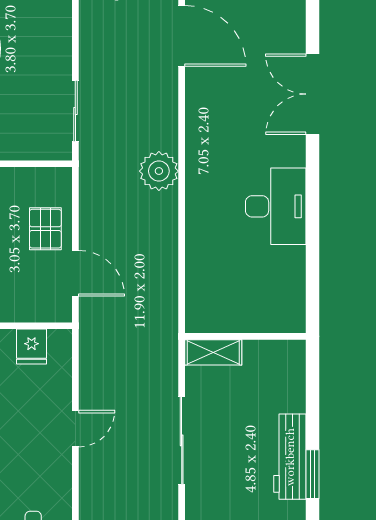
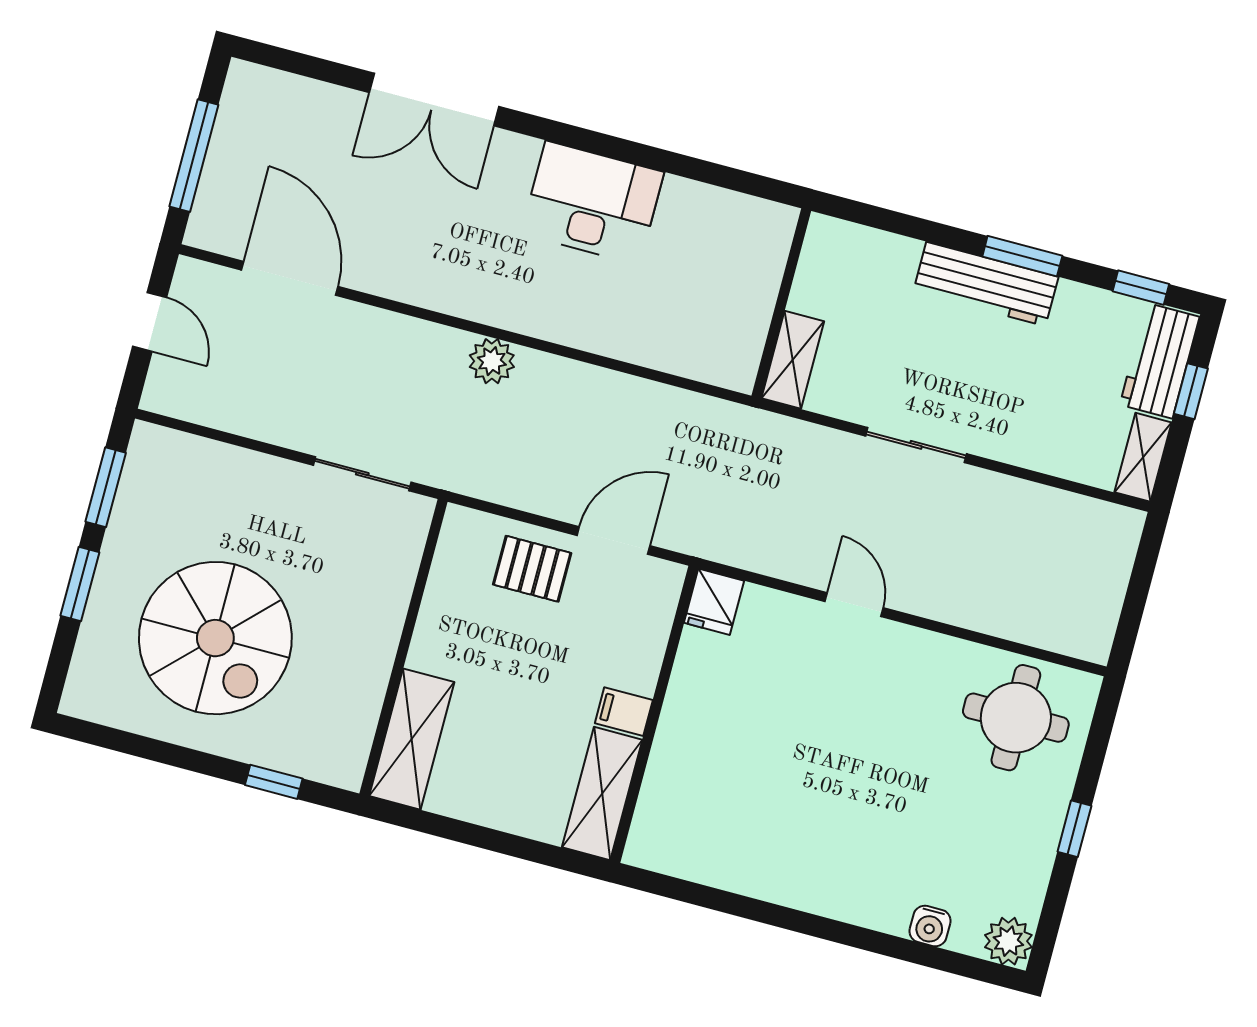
door: (182, 36) -> (290, 278), hinge flipped
plant: (159, 171) -> (492, 361), width x0.73, depth x0.73
fridge: (32, 347) -> (714, 602), moved, turned 90
sliding door: (182, 440) -> (916, 445), width x0.73

